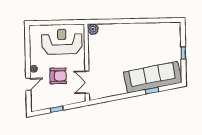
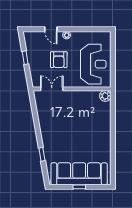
sofa: (153, 77) -> (79, 174), moved, turned -80

